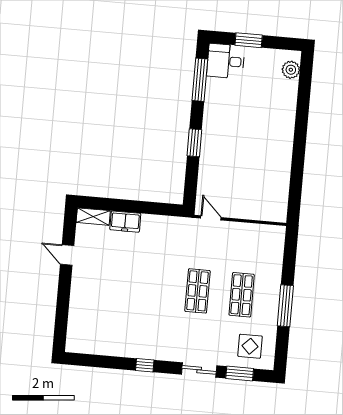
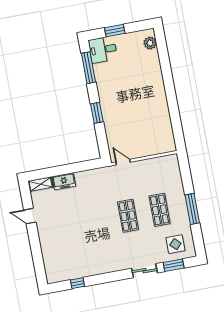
window: (145, 365) -> (77, 283), moved

